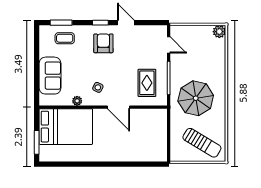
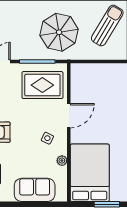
rug: (147, 83) -> (42, 85), width x1.36, depth x1.43

